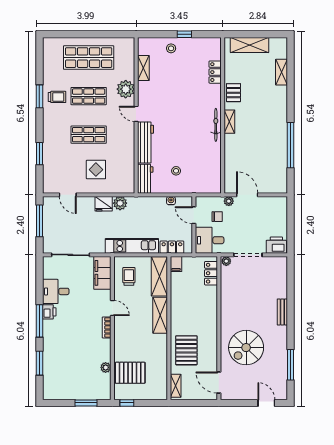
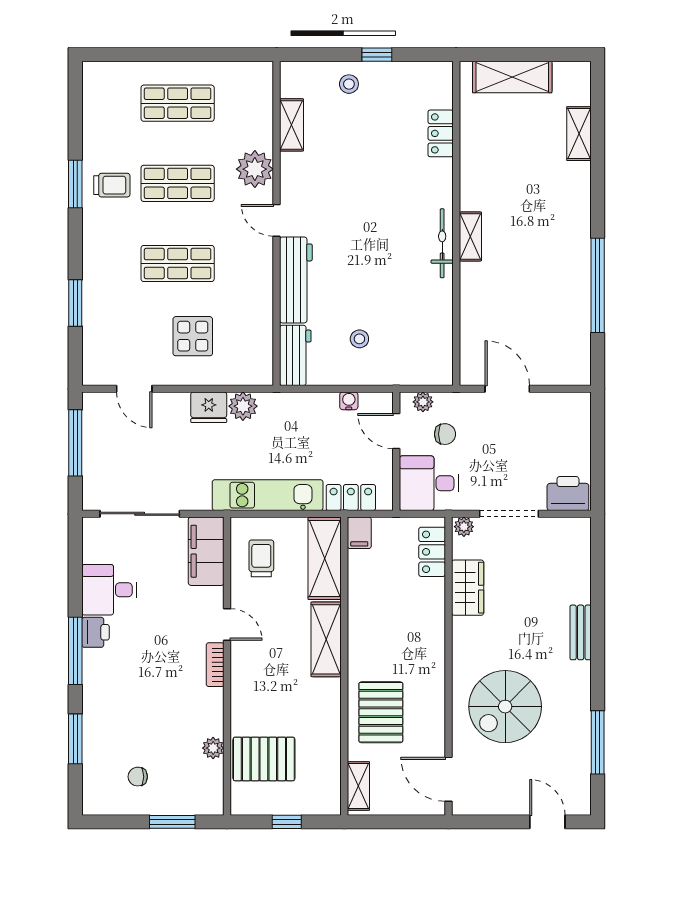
shop shelf: (89, 58) -> (178, 103), width x0.70, depth x0.74
pallet: (233, 93) -> (479, 176), removed
plant: (229, 201) -> (423, 402), moved
wardrobe: (228, 290) -> (468, 588), added
chair: (69, 381) -> (138, 777), added
window: (127, 403) -> (287, 822), moved

